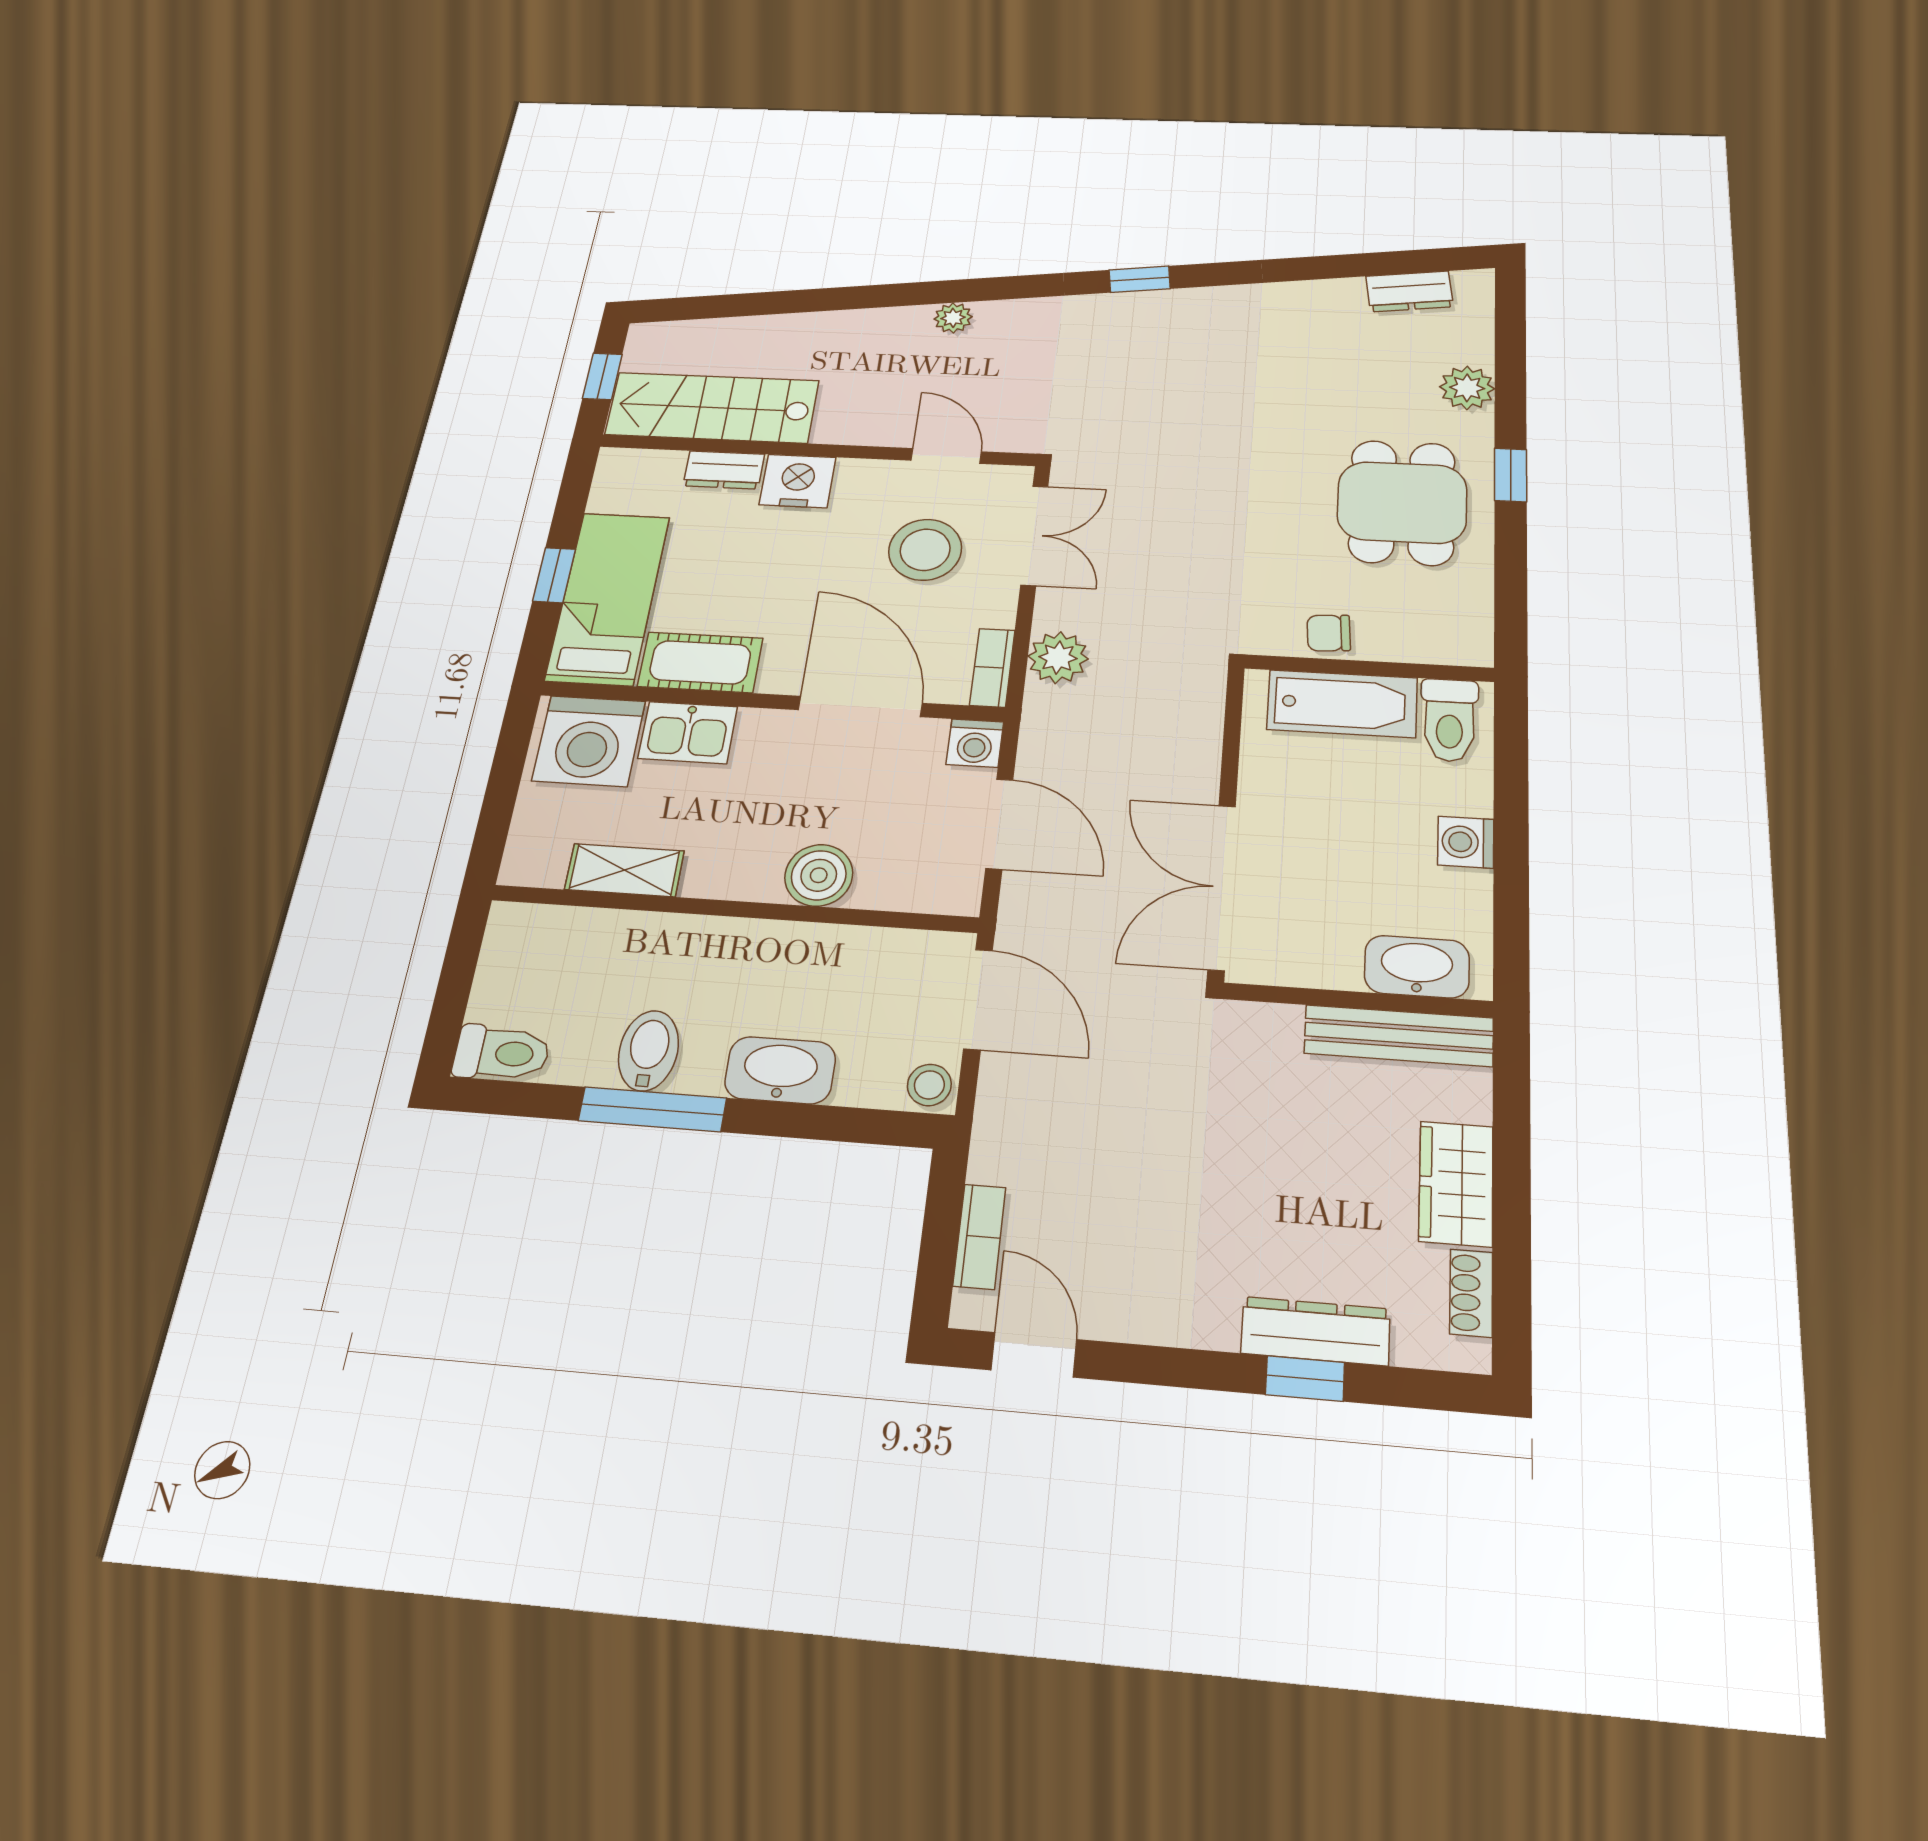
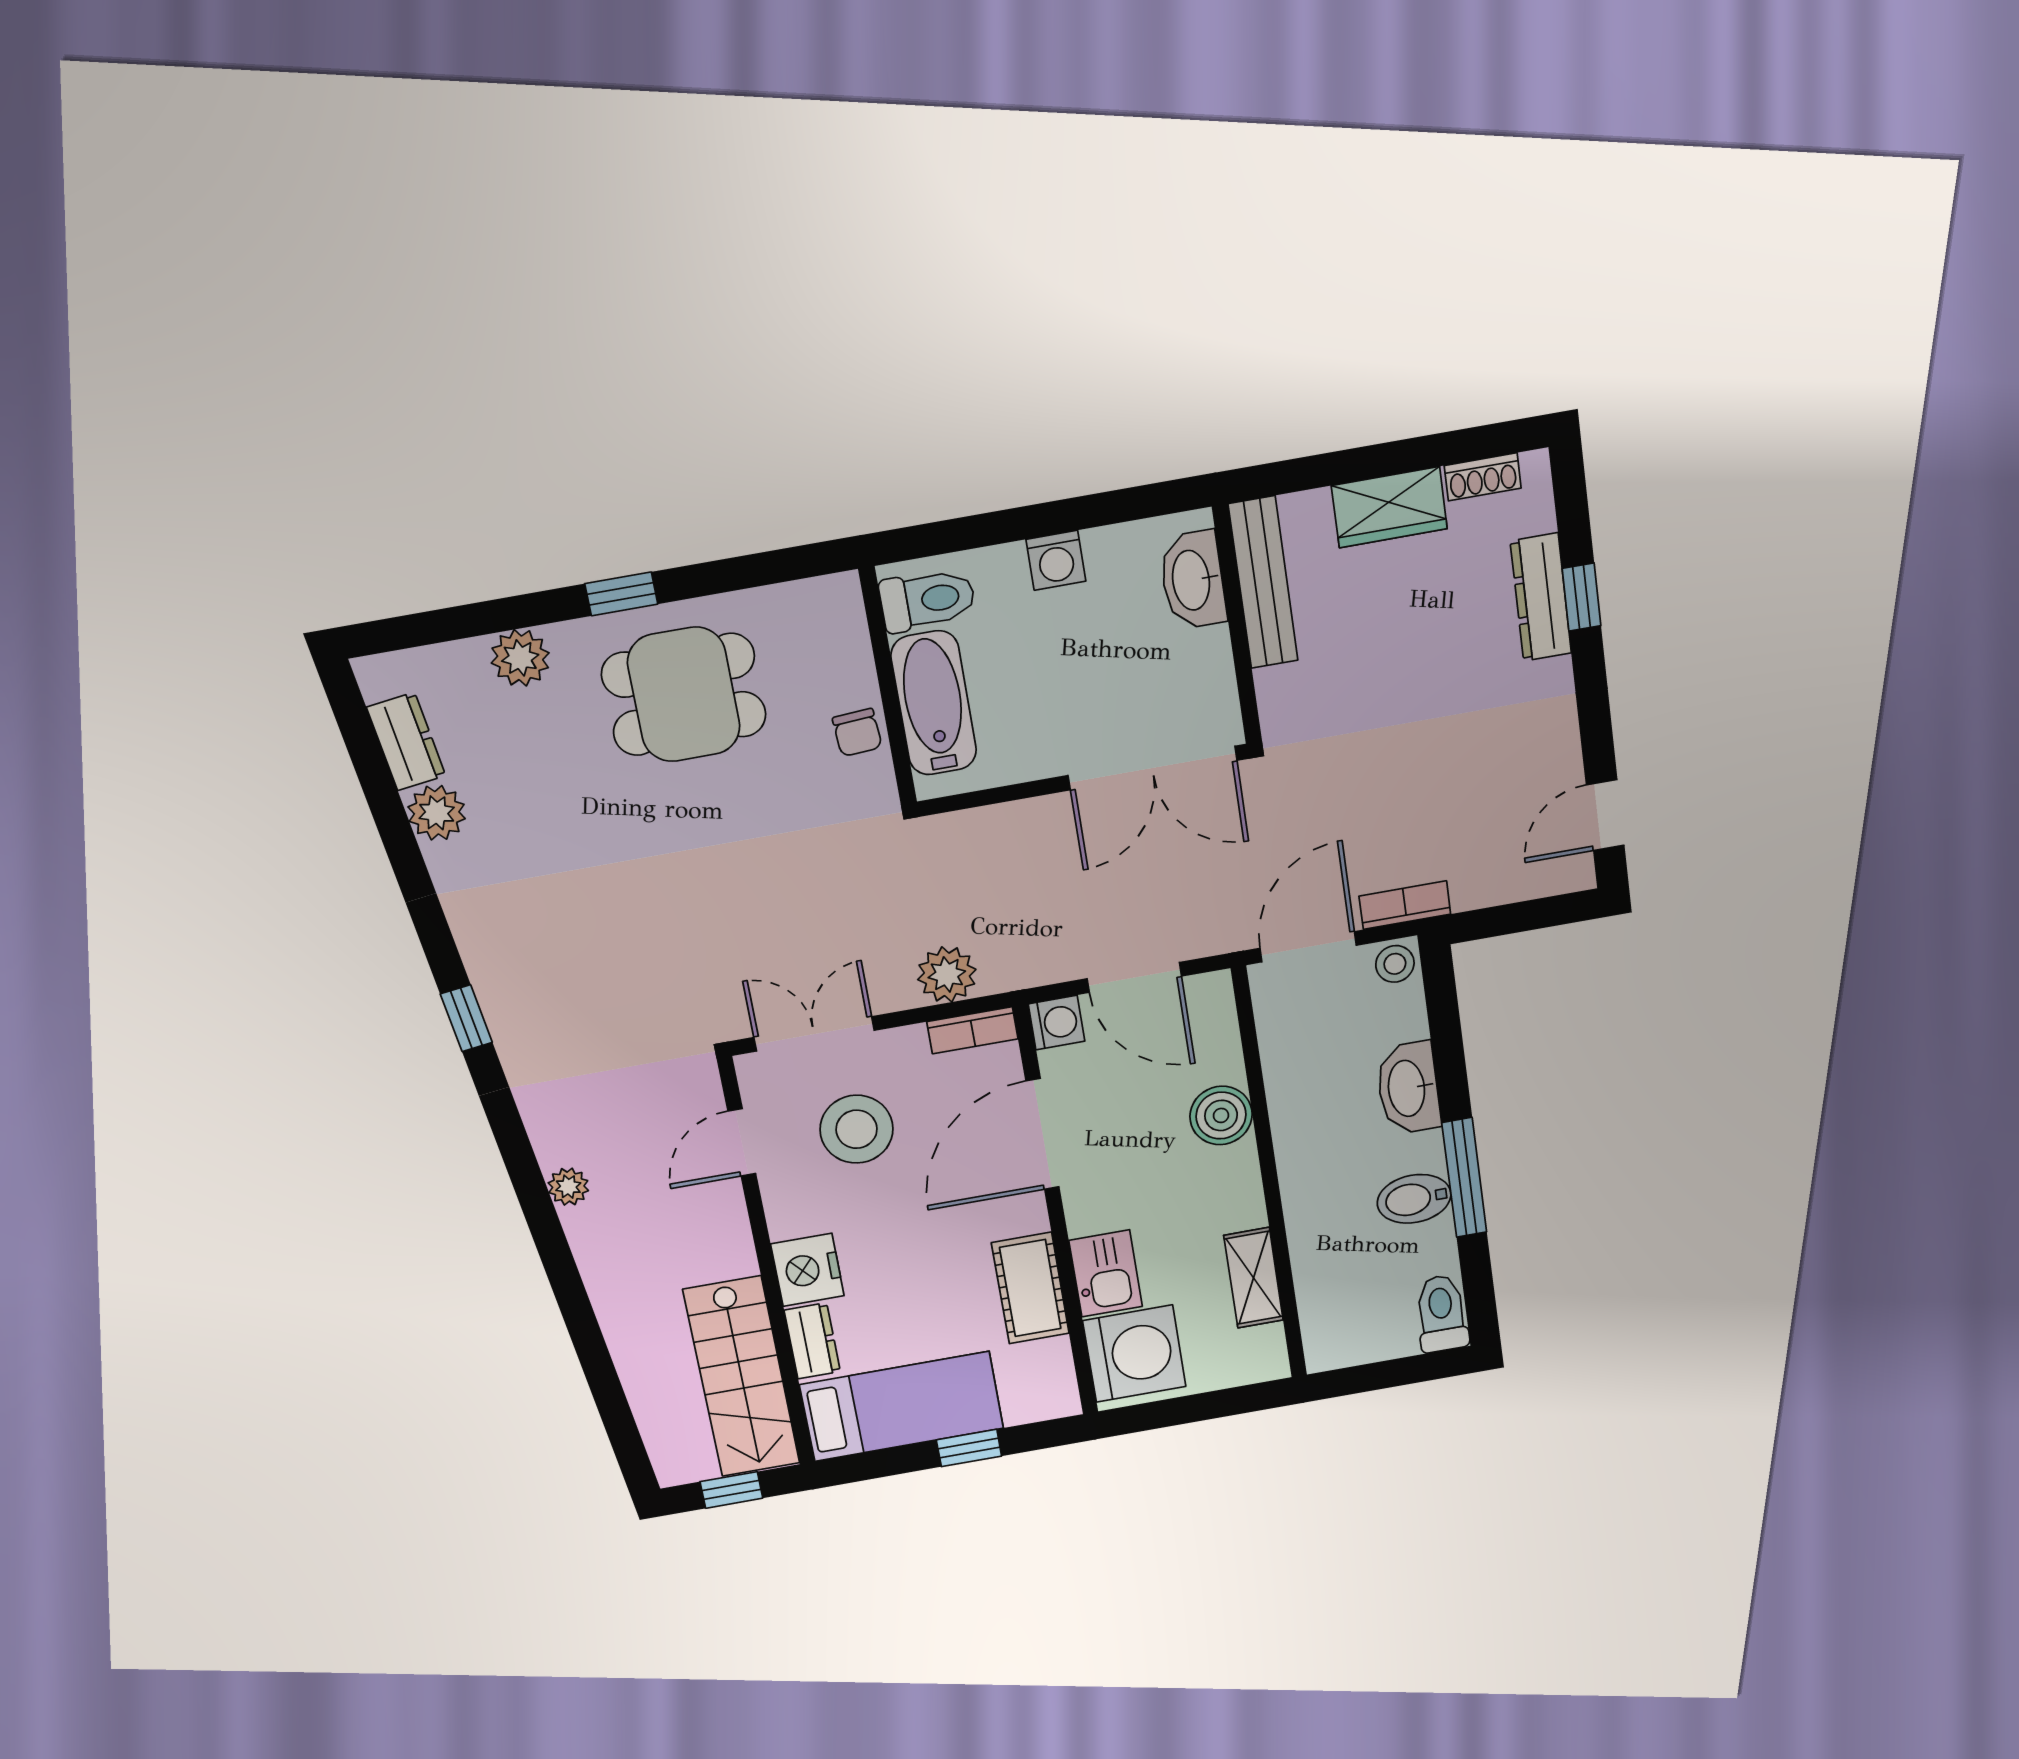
plant: (1338, 299) -> (437, 813), added
bed: (608, 598) -> (902, 1406), moved, turned 180
door: (999, 824) -> (1134, 977), swing flipped
bookcase: (979, 1236) -> (1405, 905), moved

